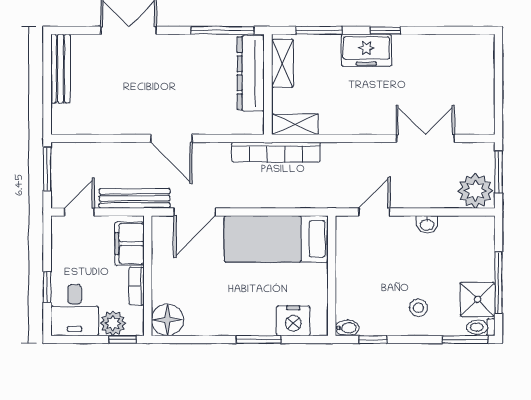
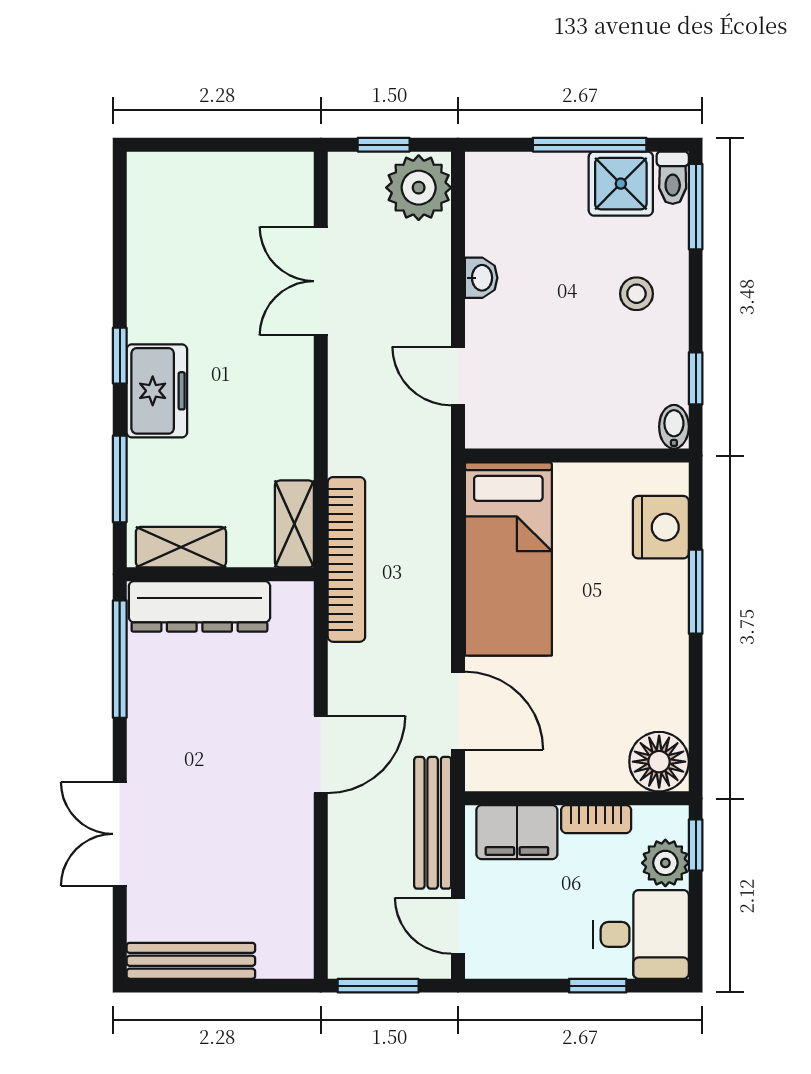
window: (498, 172) -> (384, 145), width x0.67

